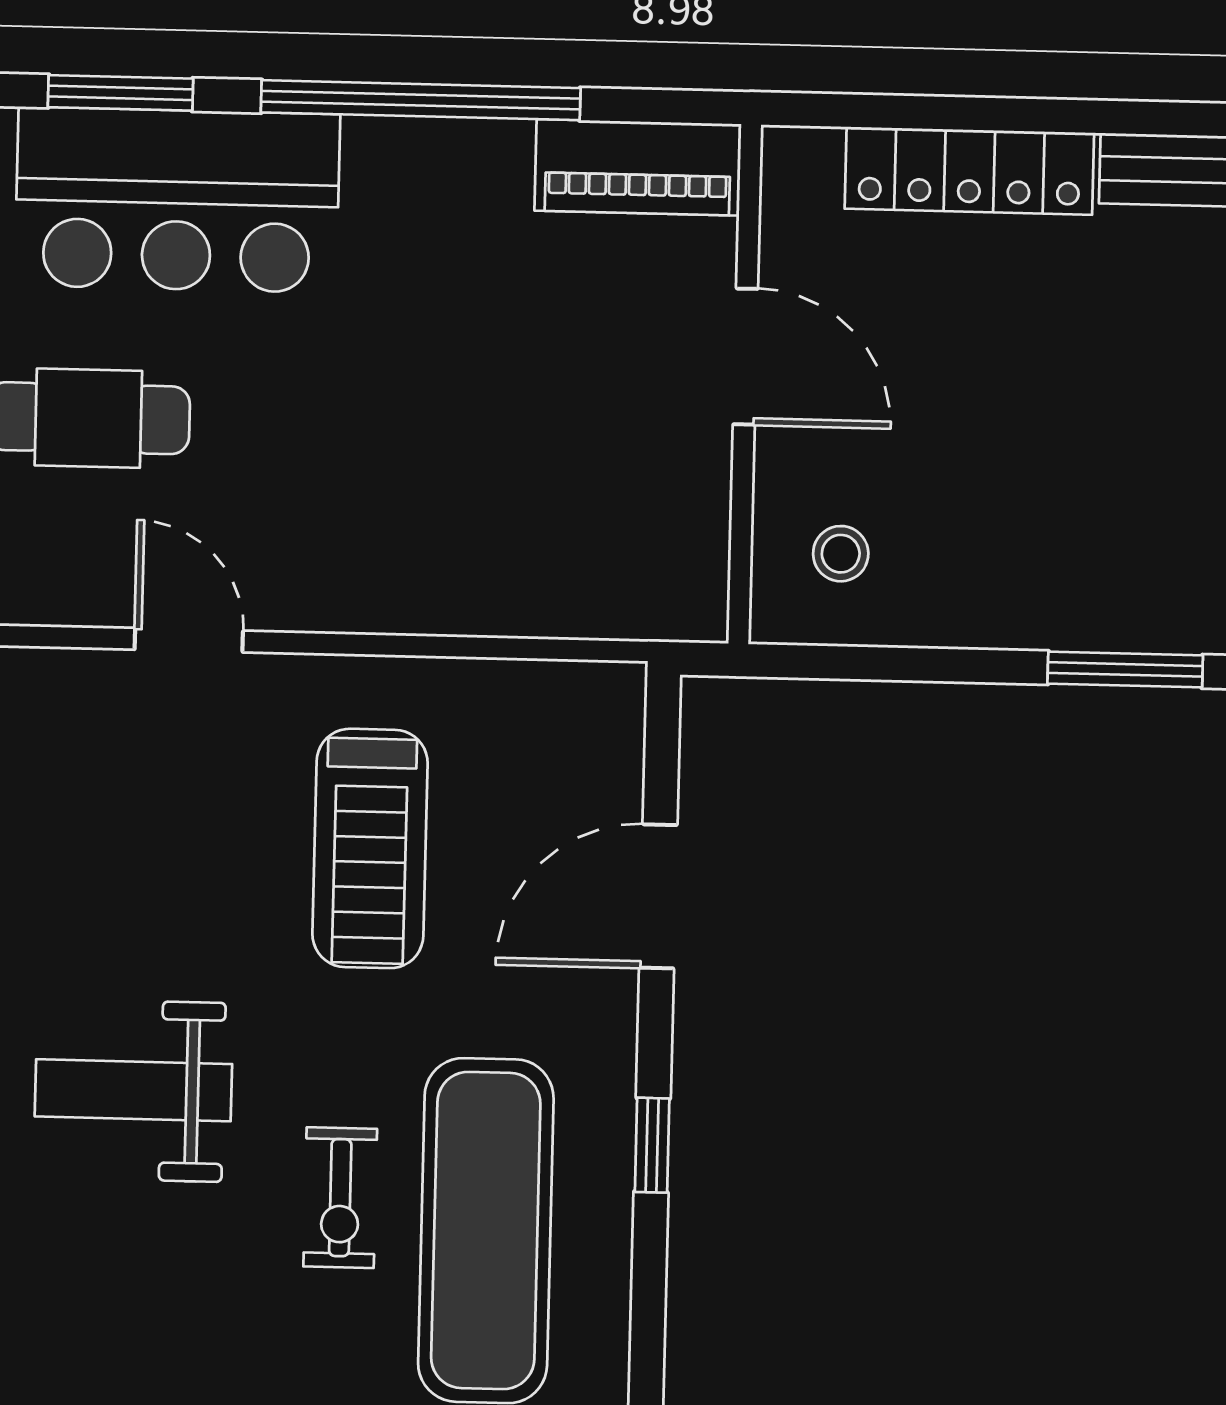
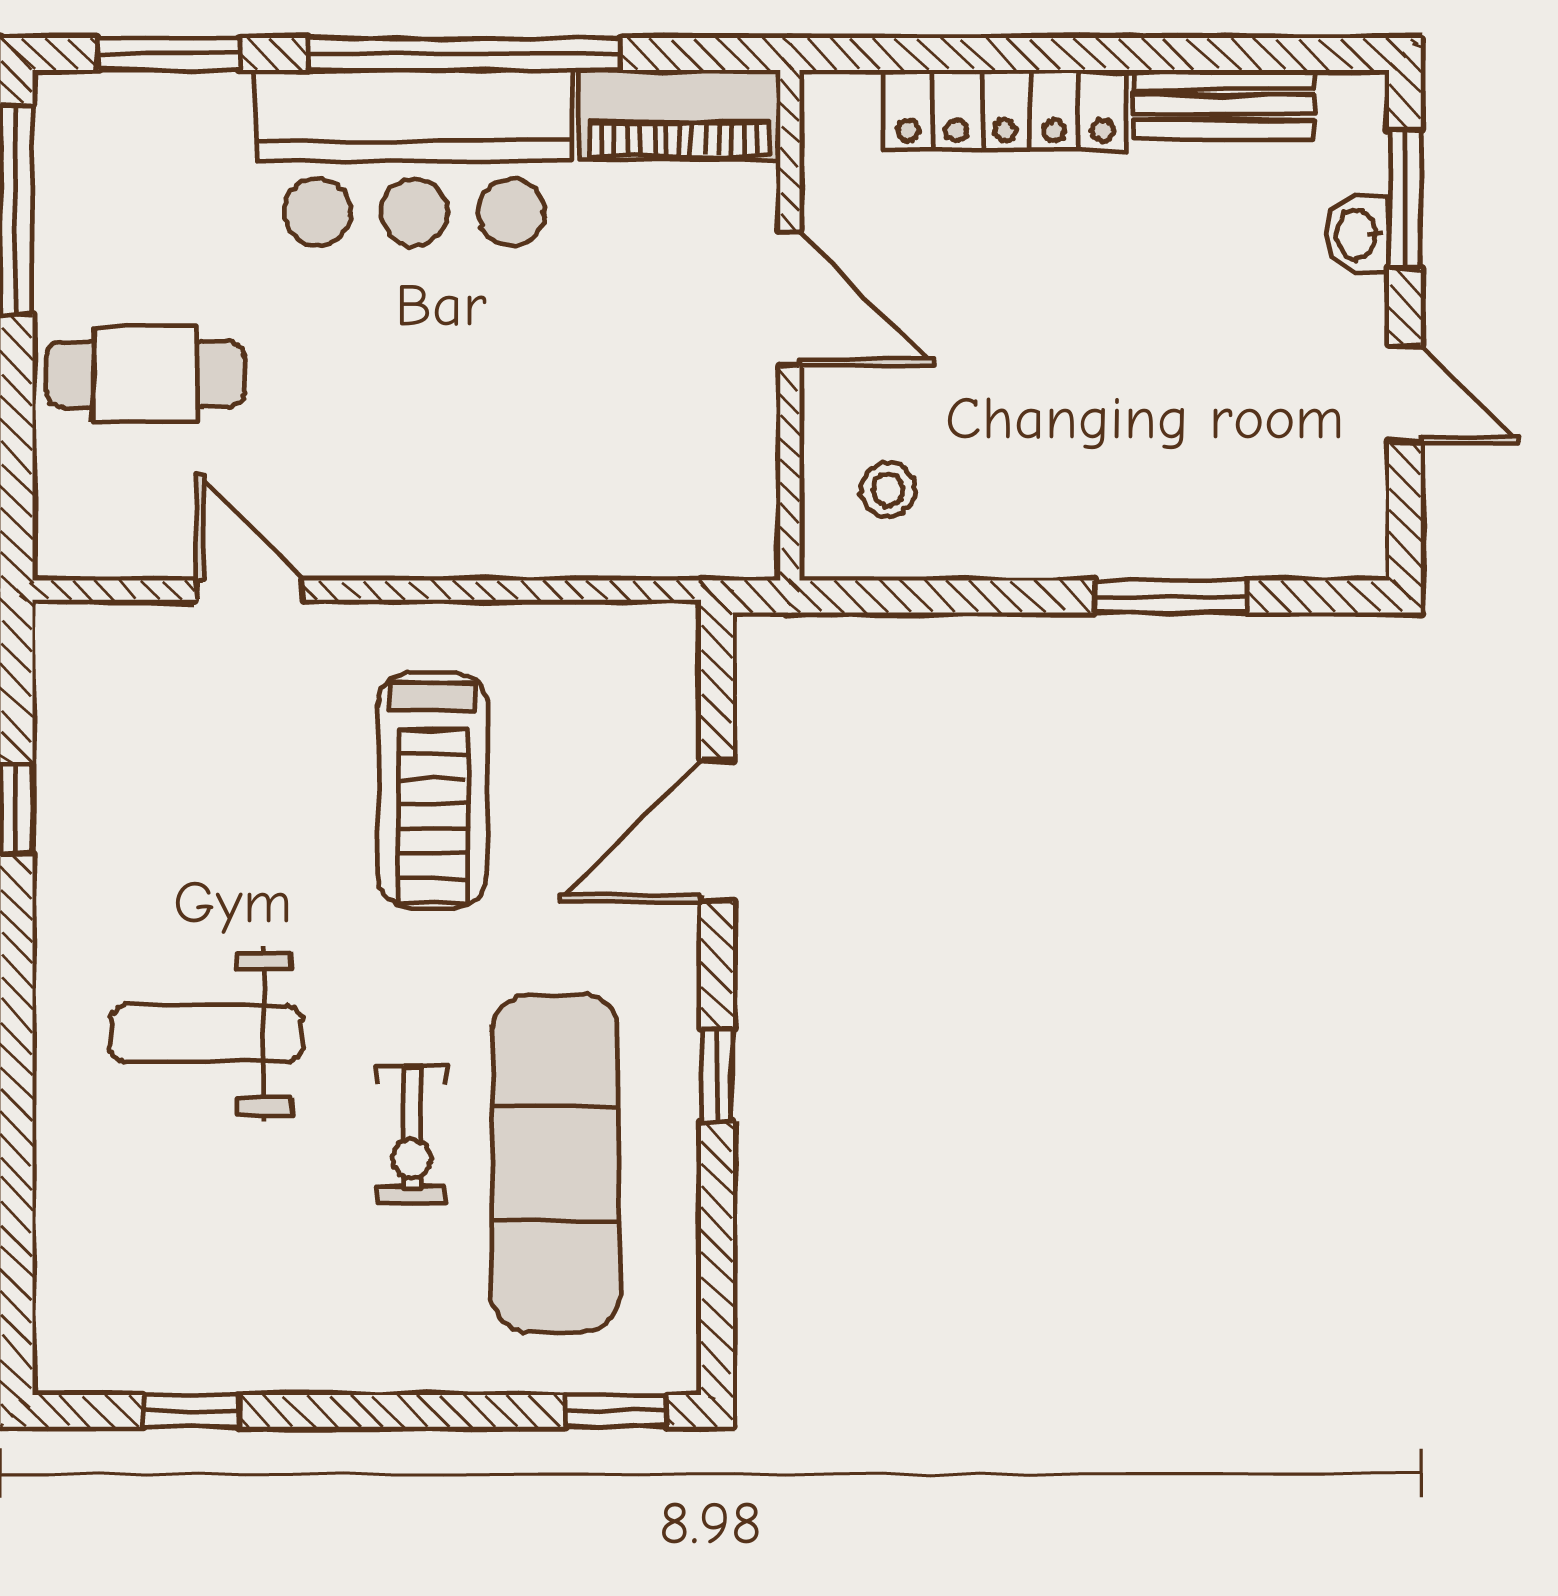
bar counter: (177, 200) -> (414, 158), moved

